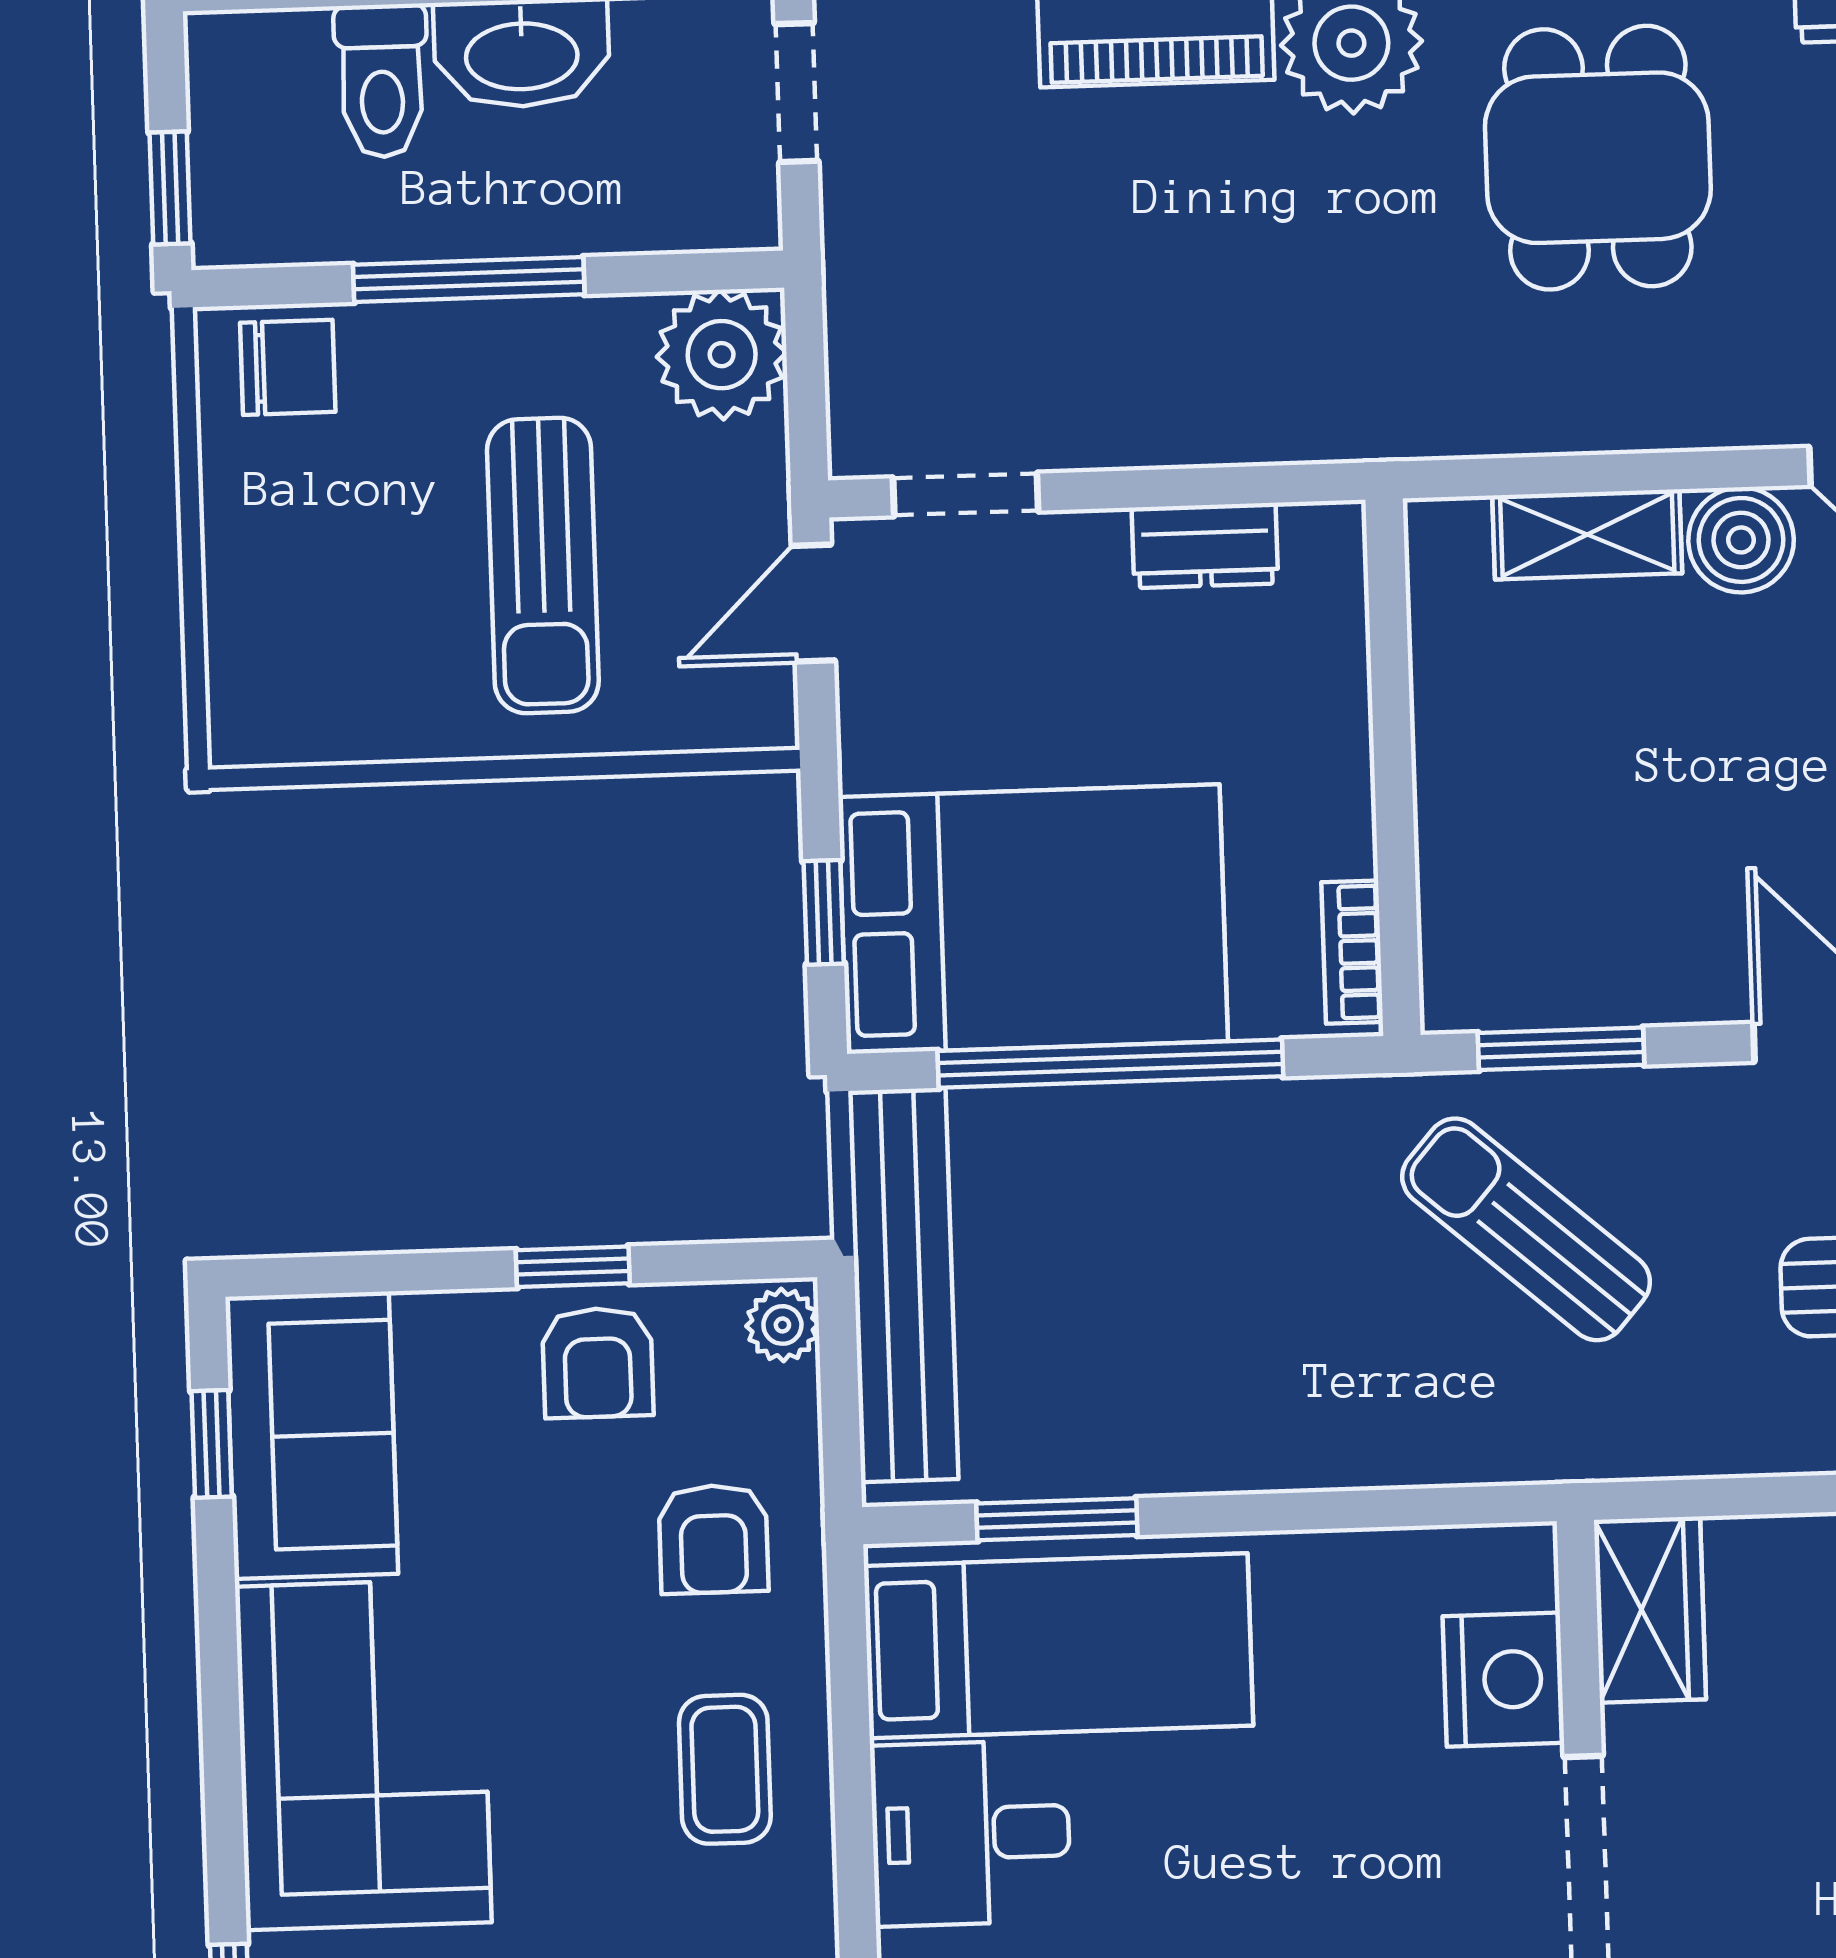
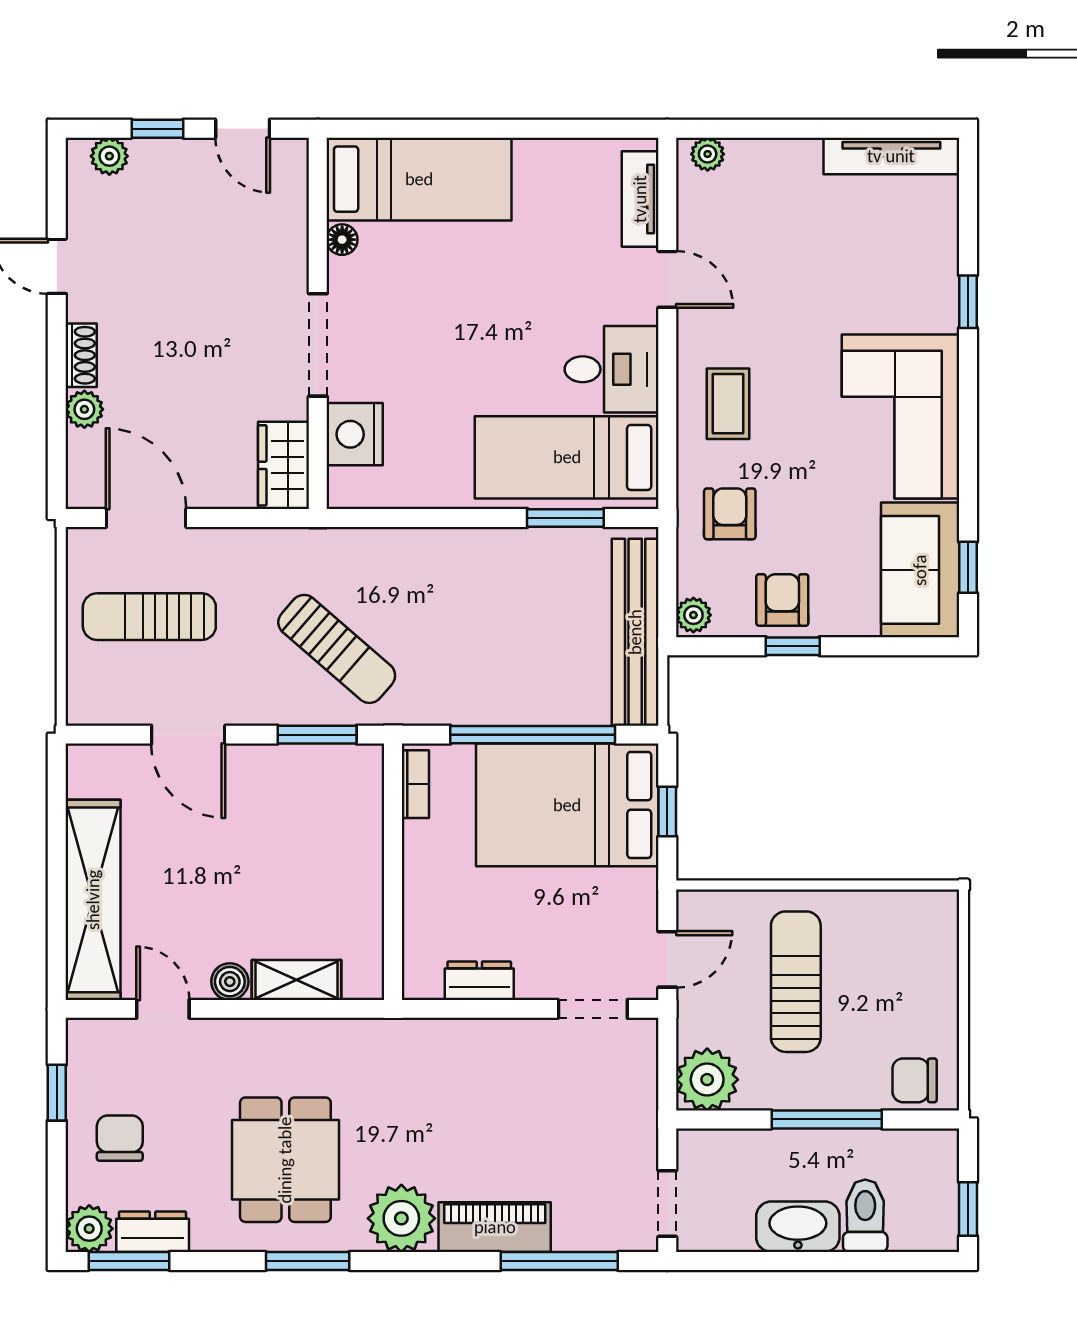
window: (170, 188) -> (968, 1209), moved
boiler: (1741, 540) -> (230, 982), width x0.73, depth x0.73

